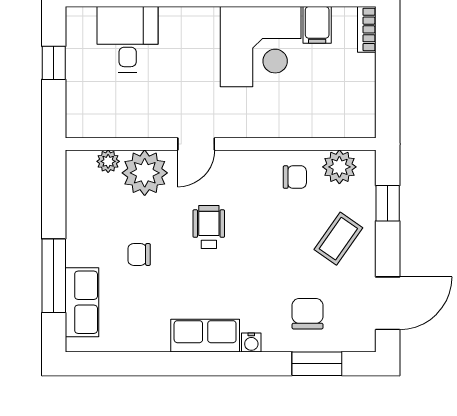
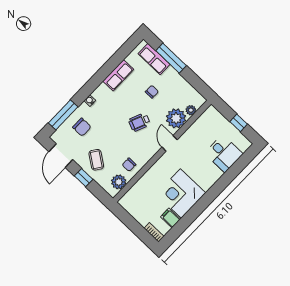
window: (388, 203) -> (84, 178), moved
wheelchair: (209, 227) -> (139, 122), turned 113
row of seats: (205, 336) -> (118, 75), moved
window: (317, 364) -> (63, 115), width x1.44

